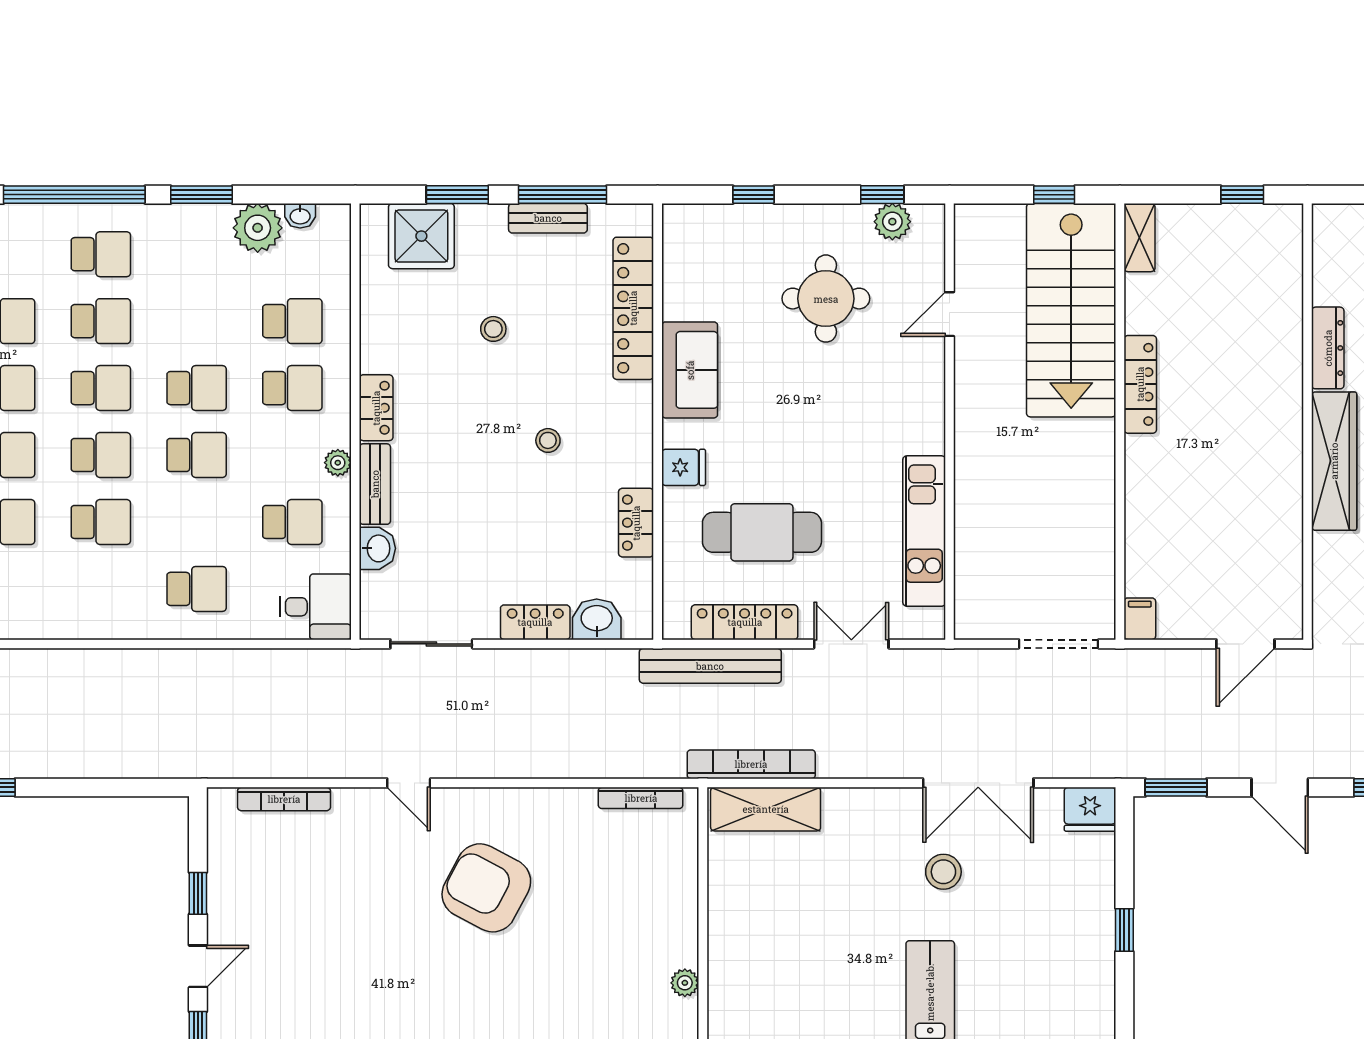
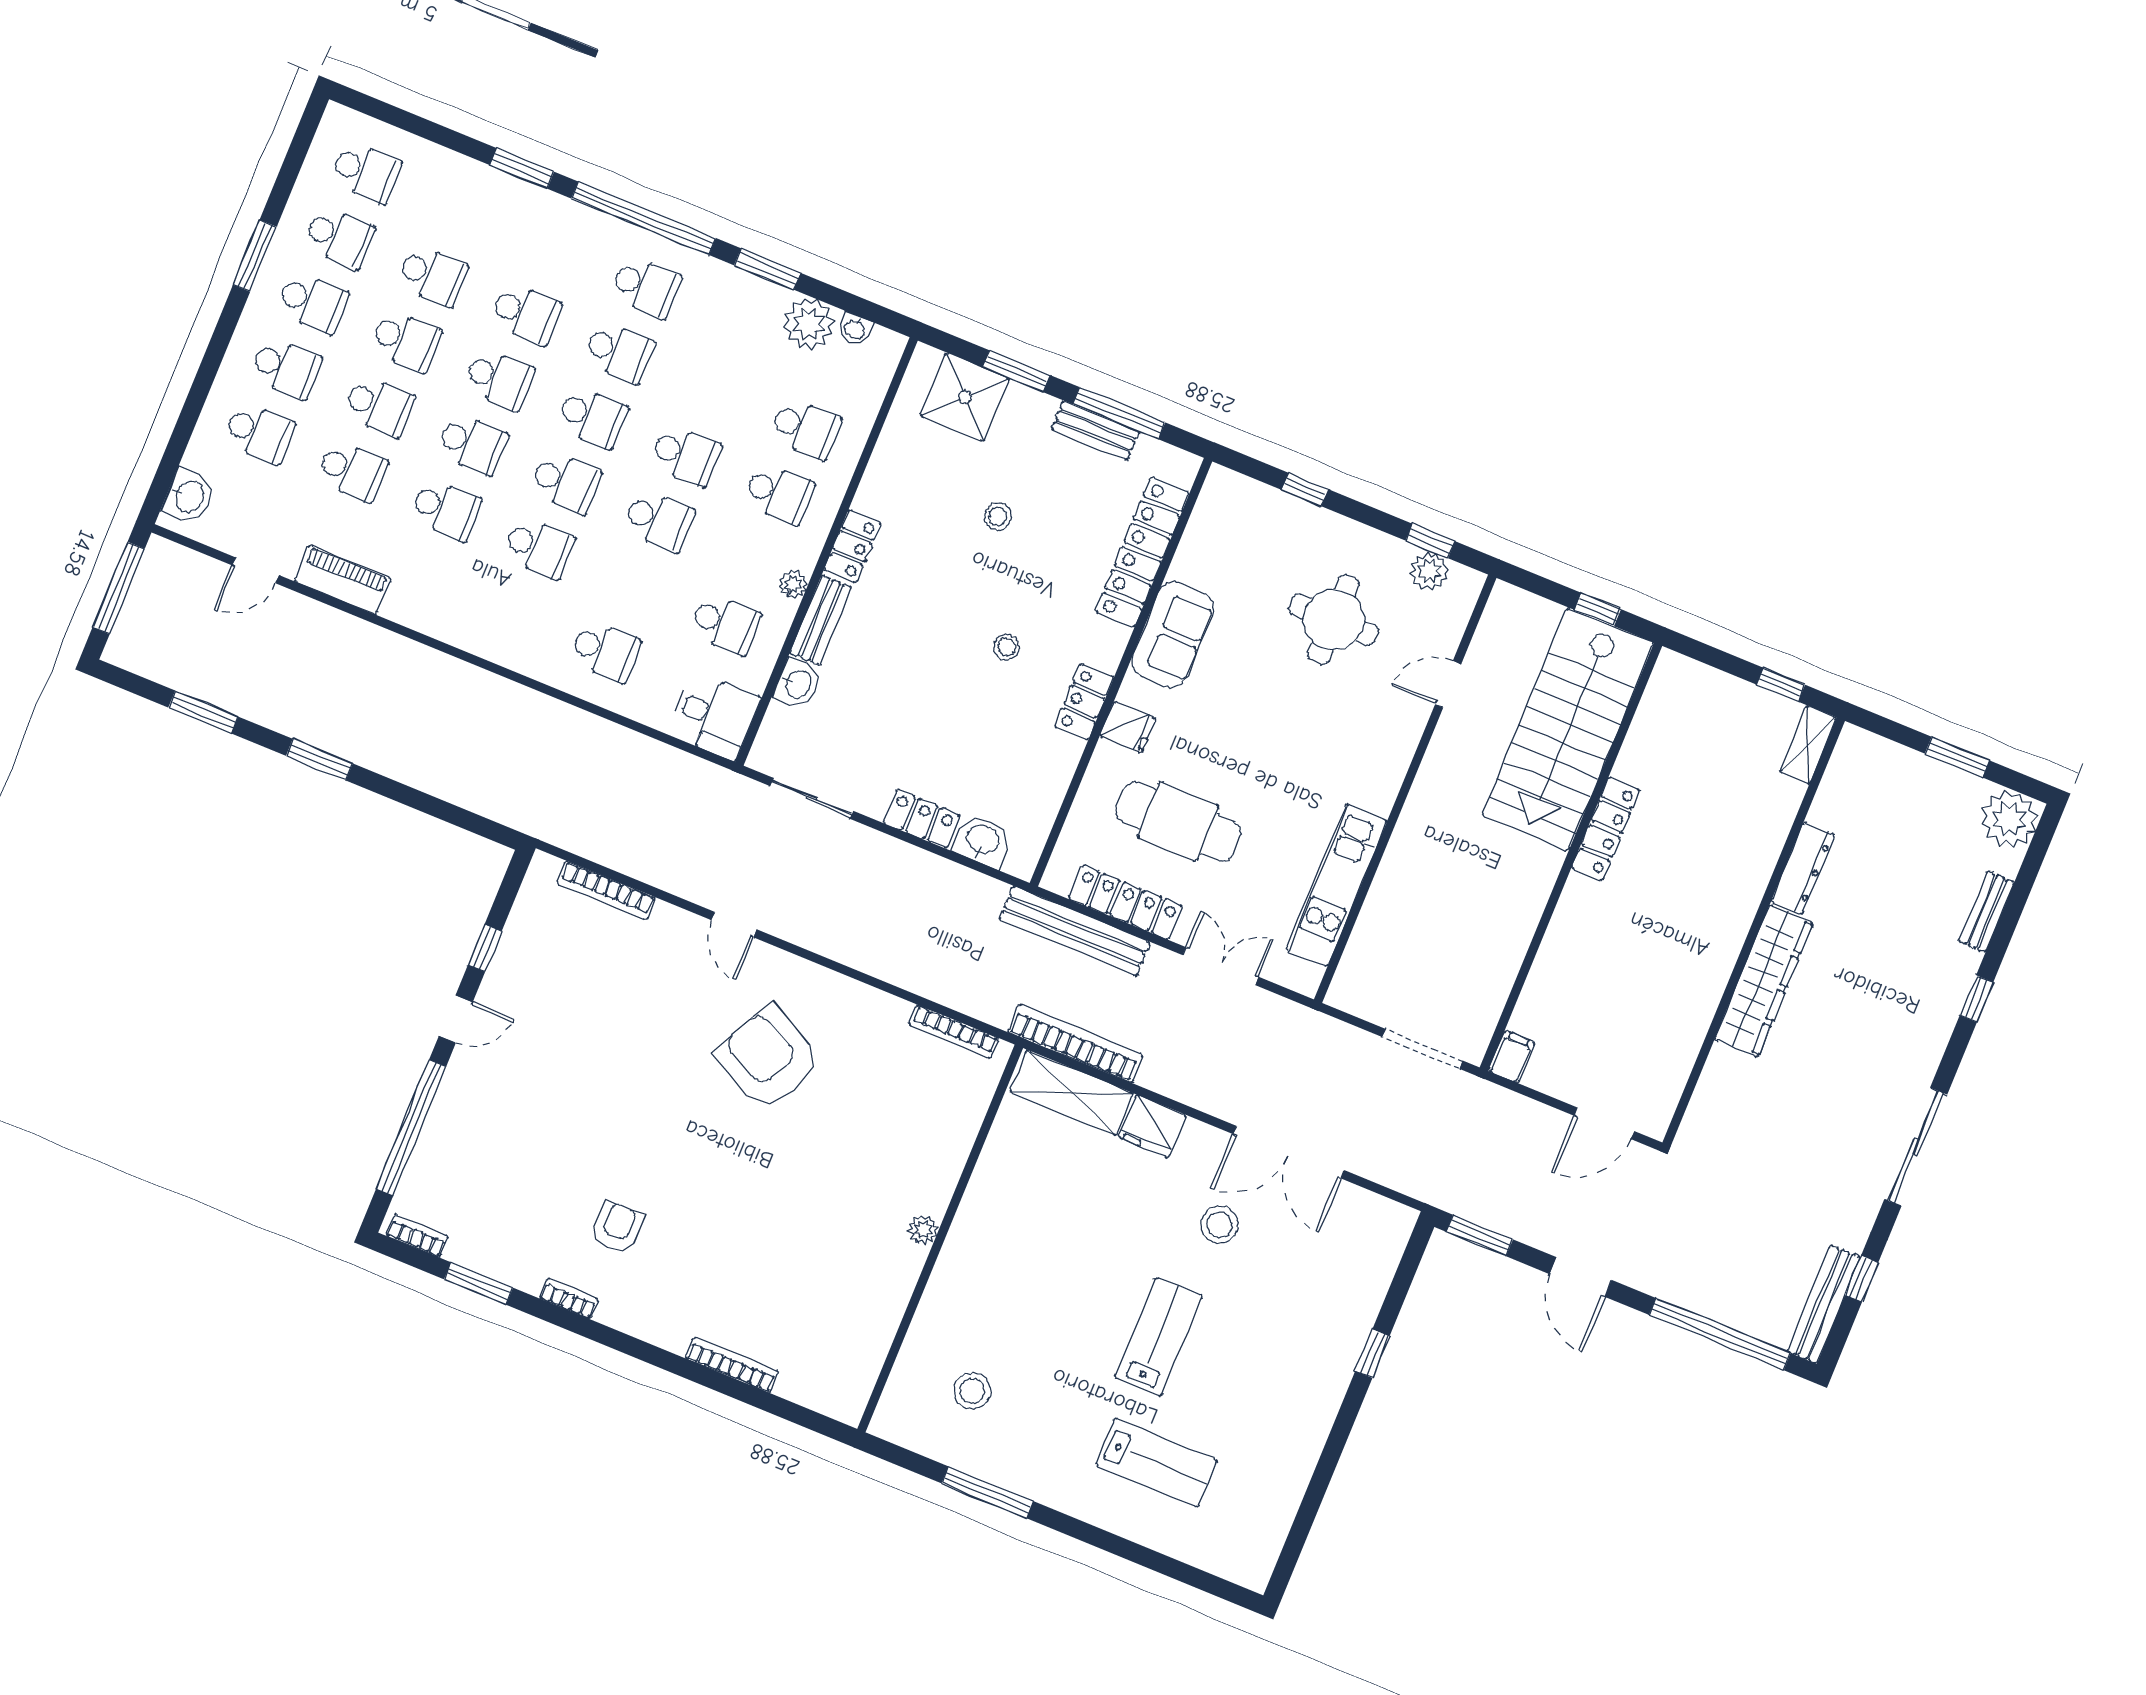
shelving: (1139, 238) -> (1808, 745), moved
locker: (636, 523) -> (1084, 702), moved
fridge: (1090, 809) -> (1152, 1126), moved

